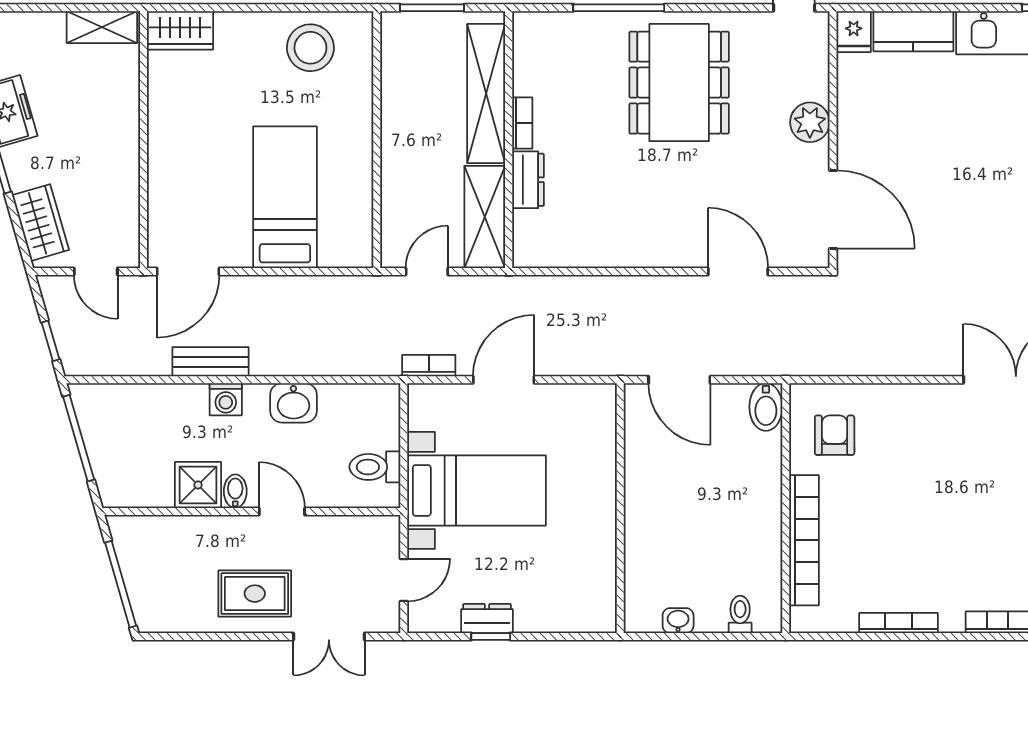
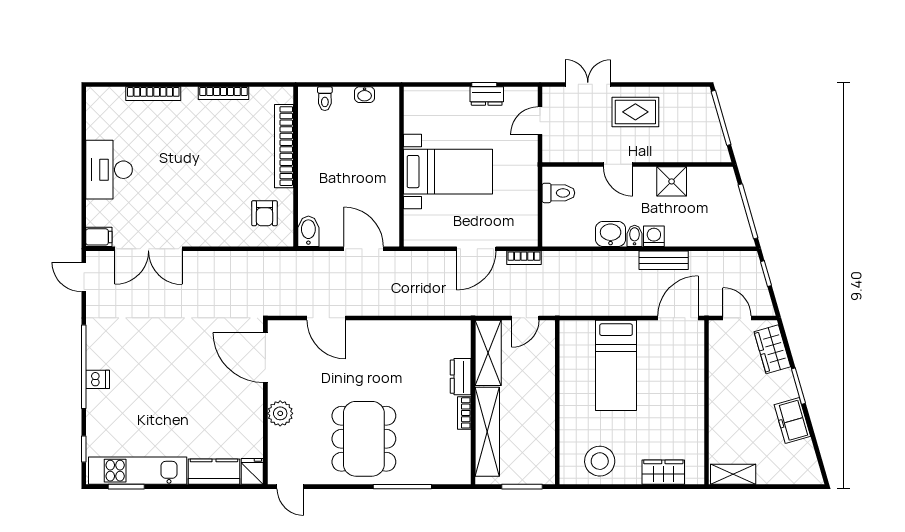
wardrobe: (180, 30) -> (663, 472), moved
bed with nightstands: (476, 490) -> (448, 172), moved, turned 180
bidet: (235, 491) -> (635, 236), moved, turned 180

